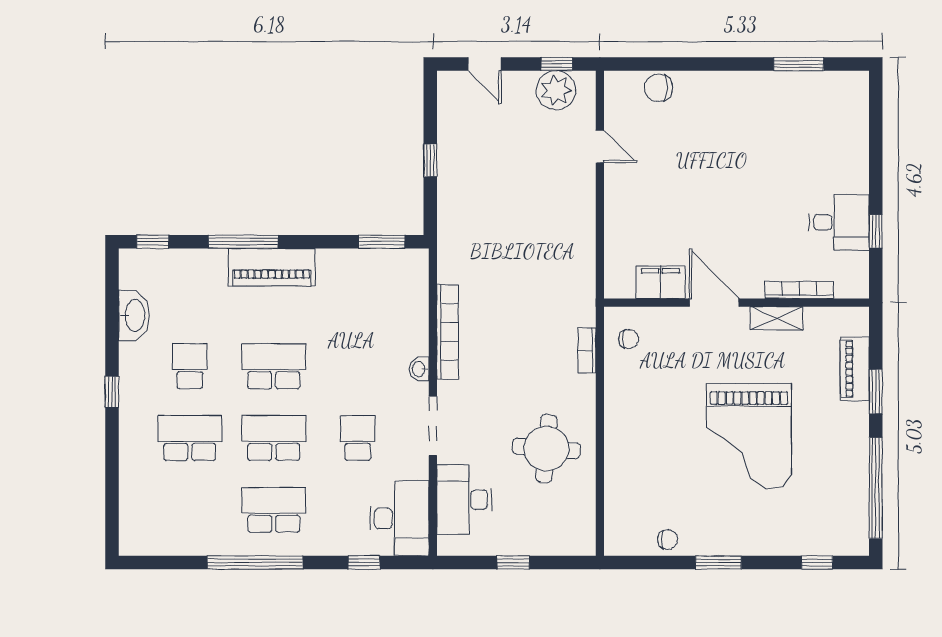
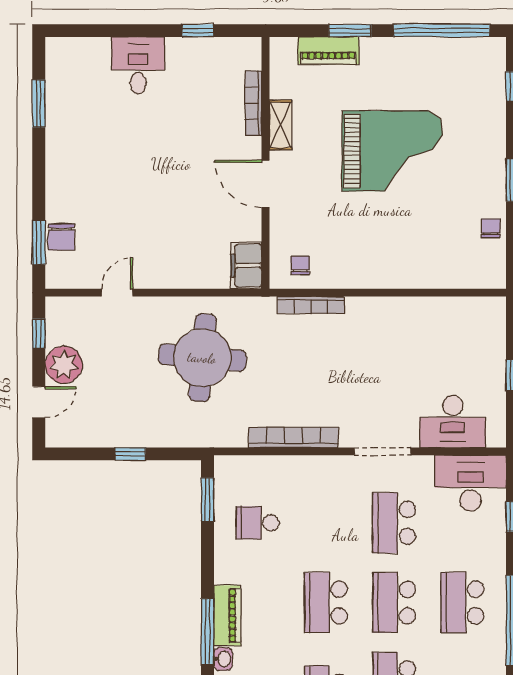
window: (653, 64) -> (39, 242), added
plant: (556, 90) -> (64, 365), moved
desk: (839, 222) -> (138, 65), moved
piano: (272, 267) -> (227, 615), width x0.73, depth x0.75
filing cabinet: (660, 282) -> (246, 266), moved
school desk: (358, 294) -> (258, 523), added
door: (714, 303) -> (266, 184), hinge flipped
bookcase: (587, 350) -> (311, 305), width x1.56
washbasin: (419, 369) -> (223, 659), moved, turned -90
school desk: (358, 438) -> (394, 523), width x1.85
round table: (546, 448) -> (202, 358), moved, width x1.36, depth x1.36

